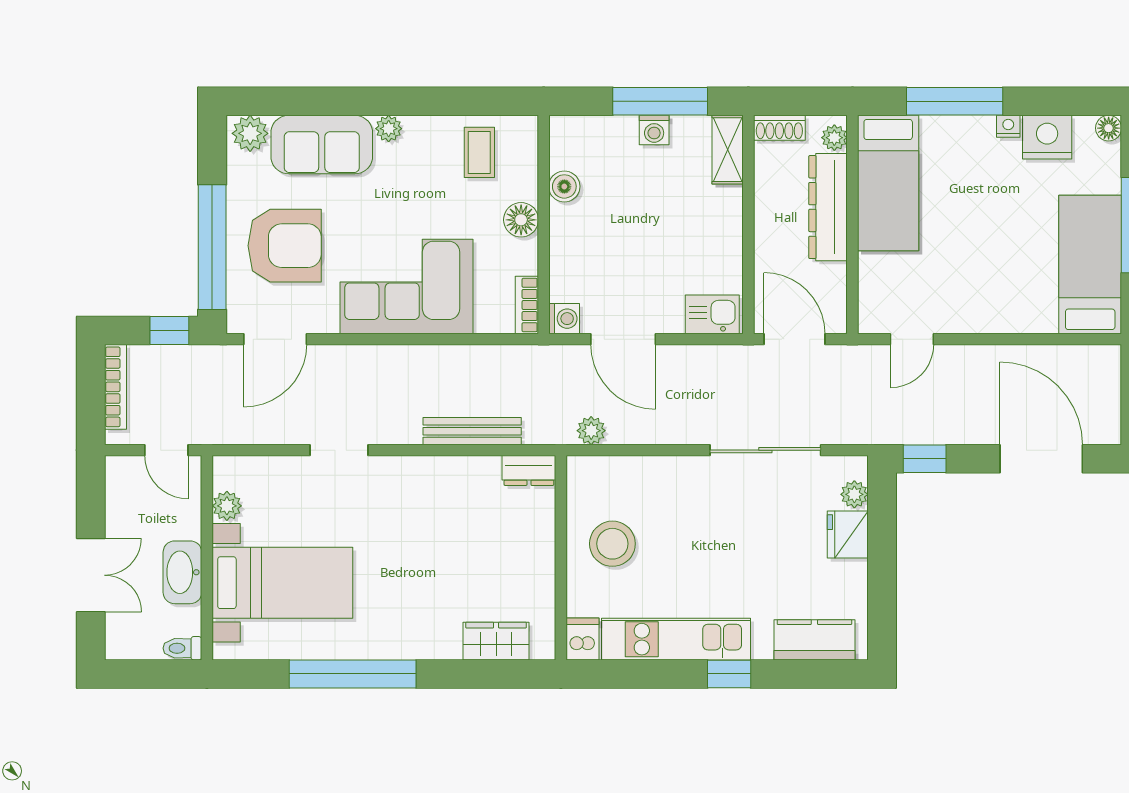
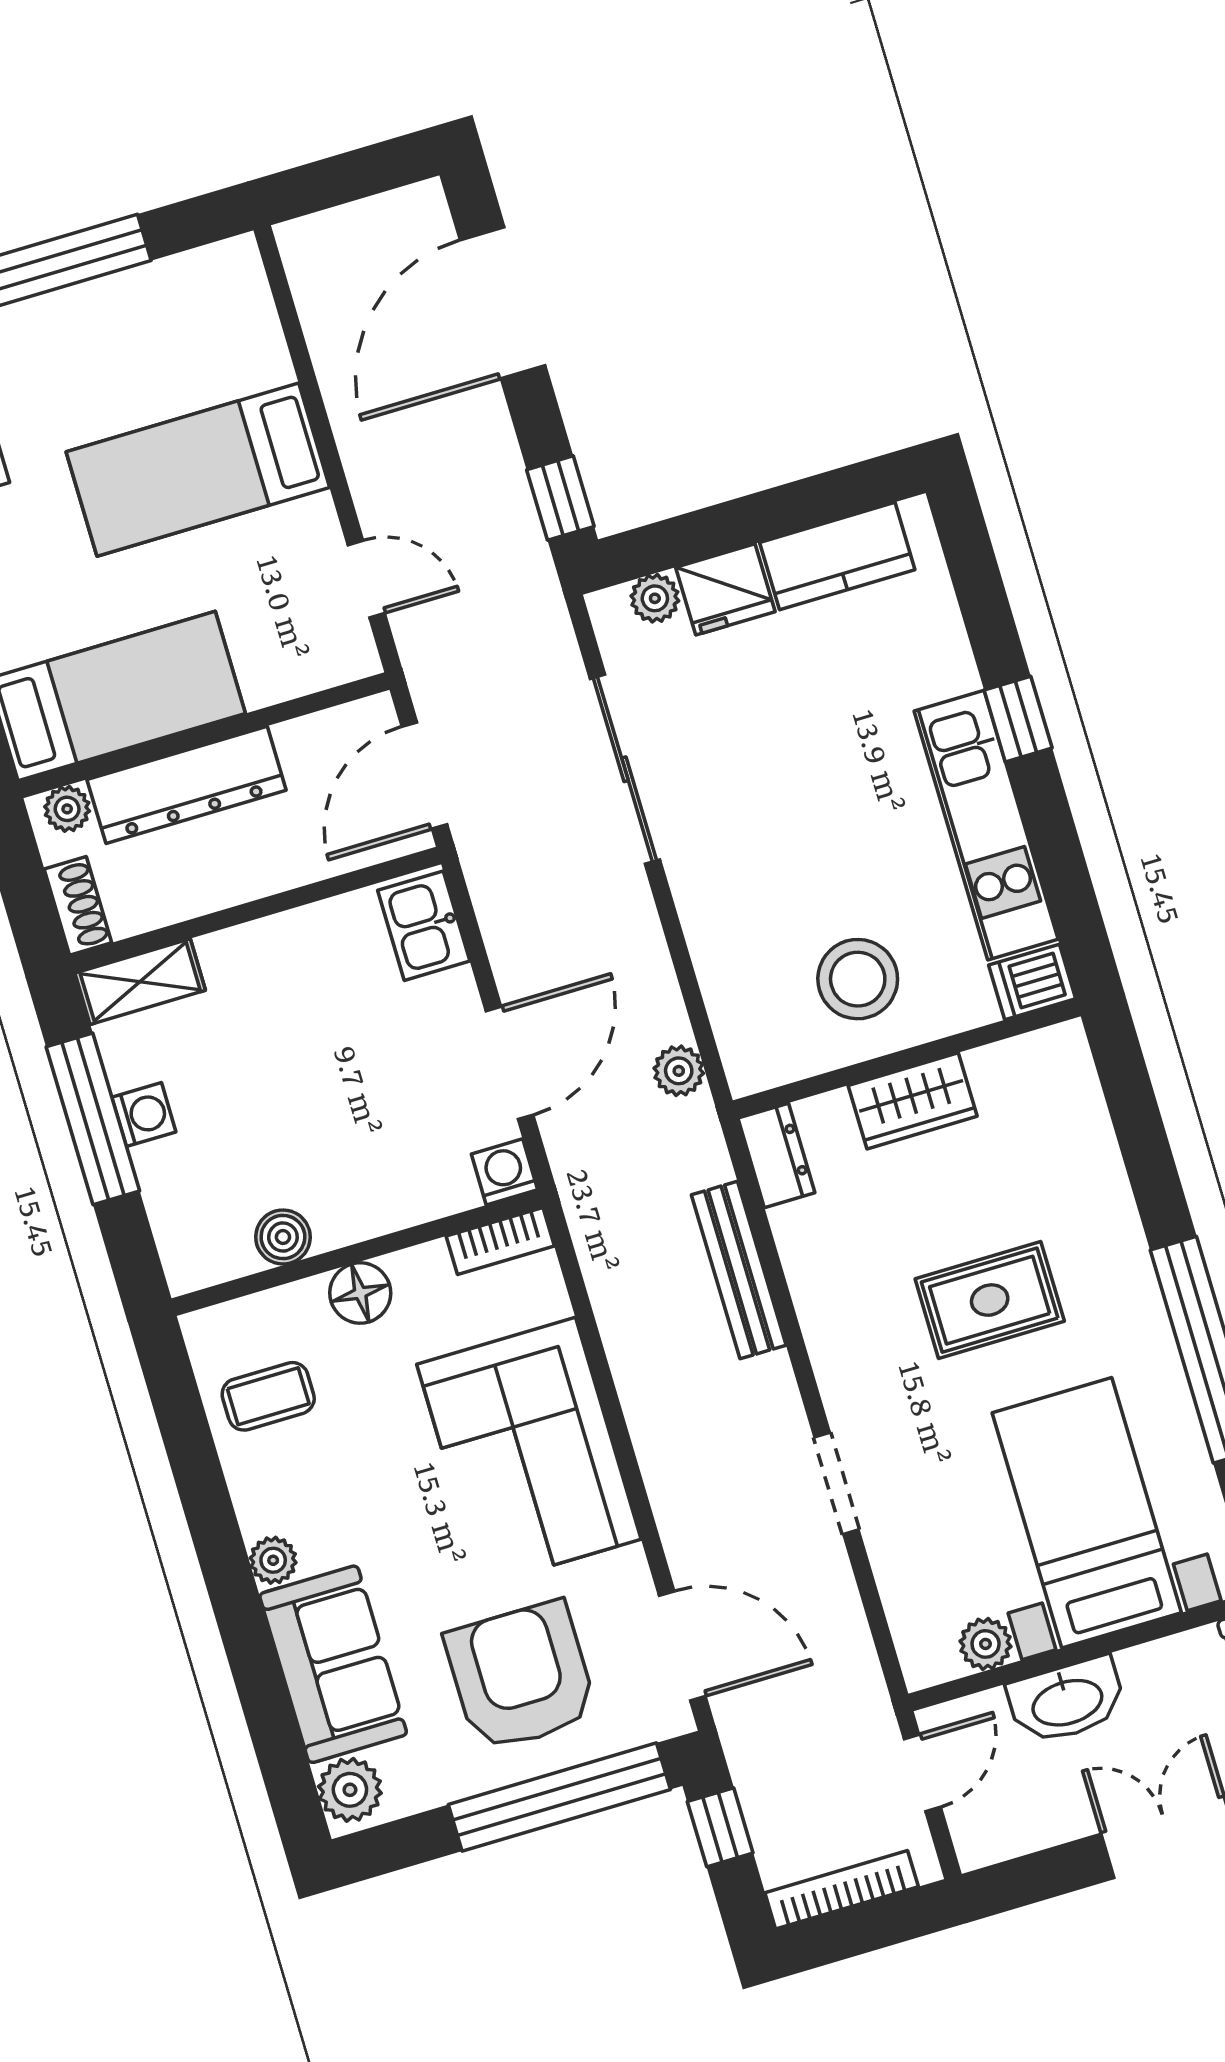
bed: (1090, 264) -> (198, 470), moved
rug: (415, 564) -> (990, 1300), added
washbasin: (182, 572) -> (1067, 1701), moved
kitchen counter: (814, 640) -> (837, 556), moved, turned -90
wardrobe: (496, 641) -> (913, 1101), moved, turned -90

